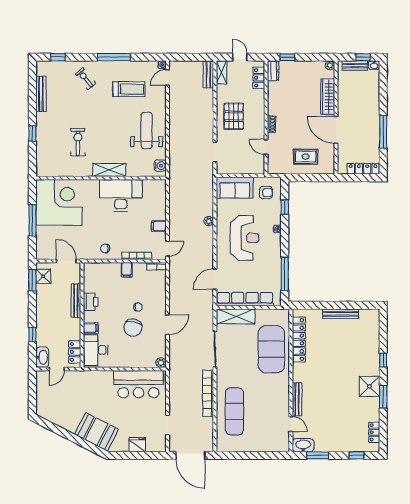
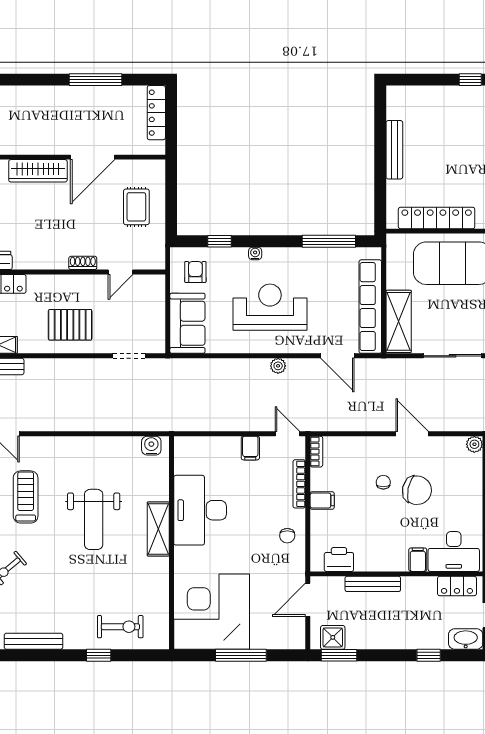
weight bench: (147, 131) -> (94, 519), moved, turned -90
exercise bike: (78, 142) -> (120, 627), moved, turned 180
plant: (209, 221) -> (278, 366), moved
printer: (91, 302) -> (339, 559), moved

